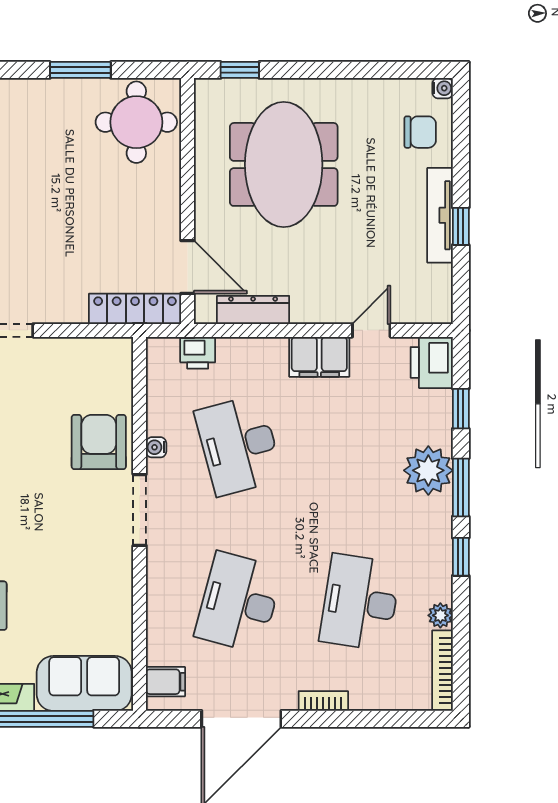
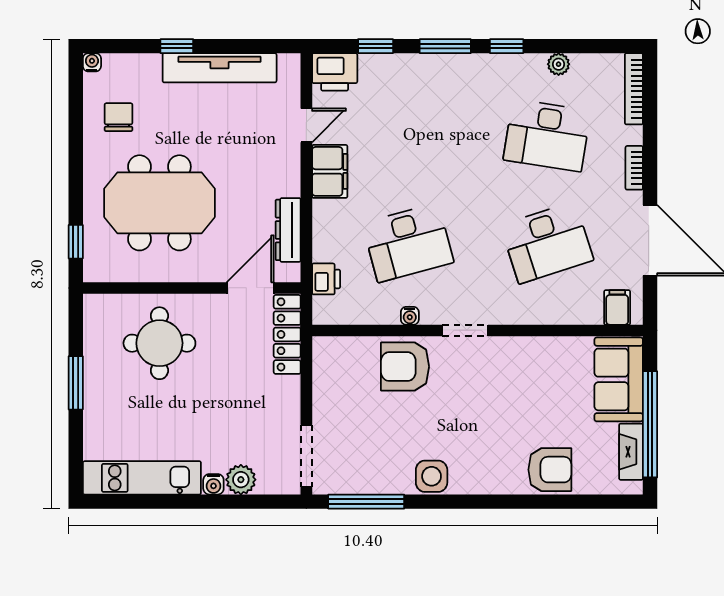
round table: (136, 122) -> (159, 343), moved
chair: (420, 132) -> (118, 117), moved
tv unit: (440, 215) -> (220, 68), width x1.36, depth x1.29
window: (461, 226) -> (177, 46), moved
door: (371, 330) -> (306, 125), swing flipped
plant: (428, 470) -> (430, 75), removed
doorway: (140, 510) -> (465, 330), width x0.73
desk: (239, 602) -> (547, 243), turned -33
bookcase: (443, 671) -> (634, 89), moved, turned 90

